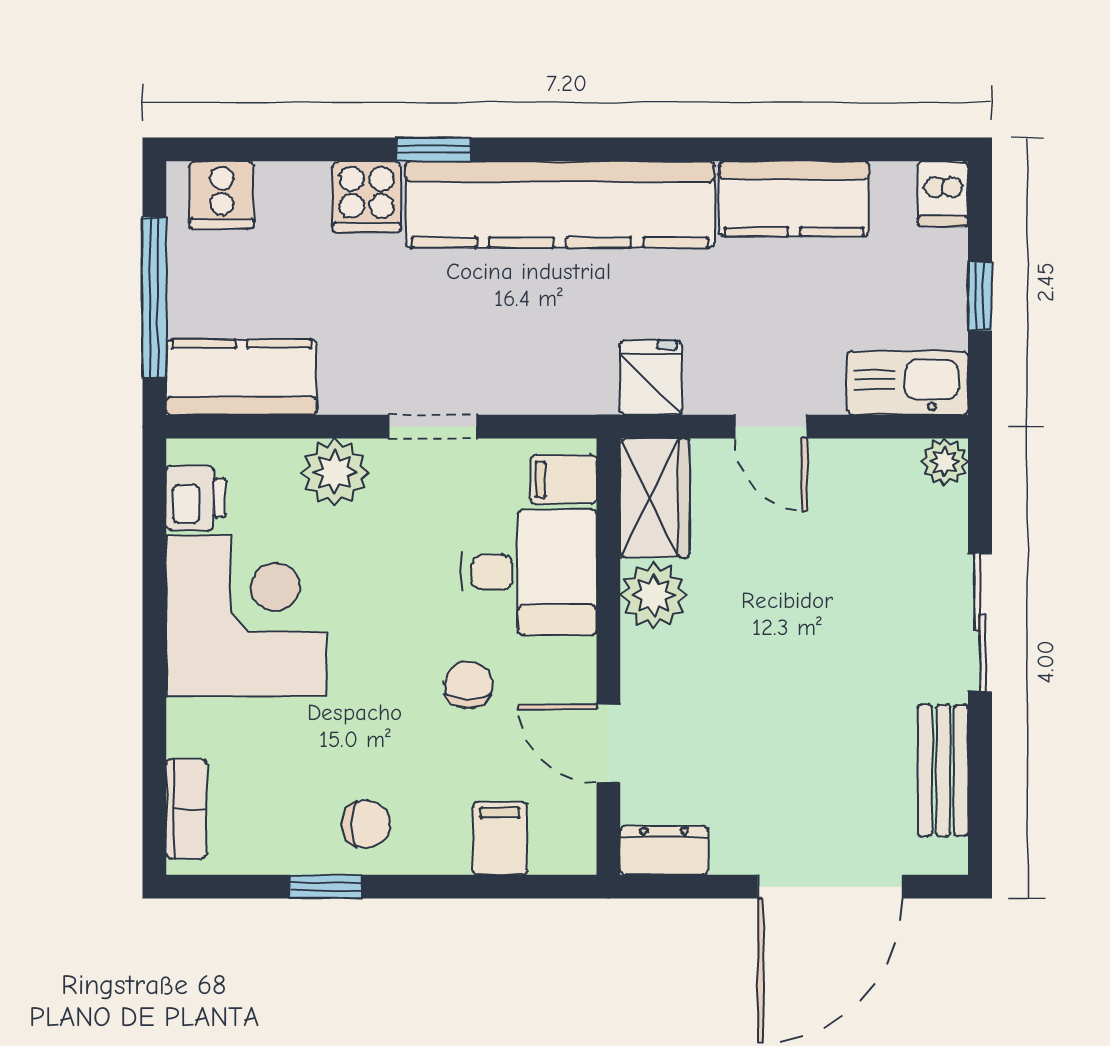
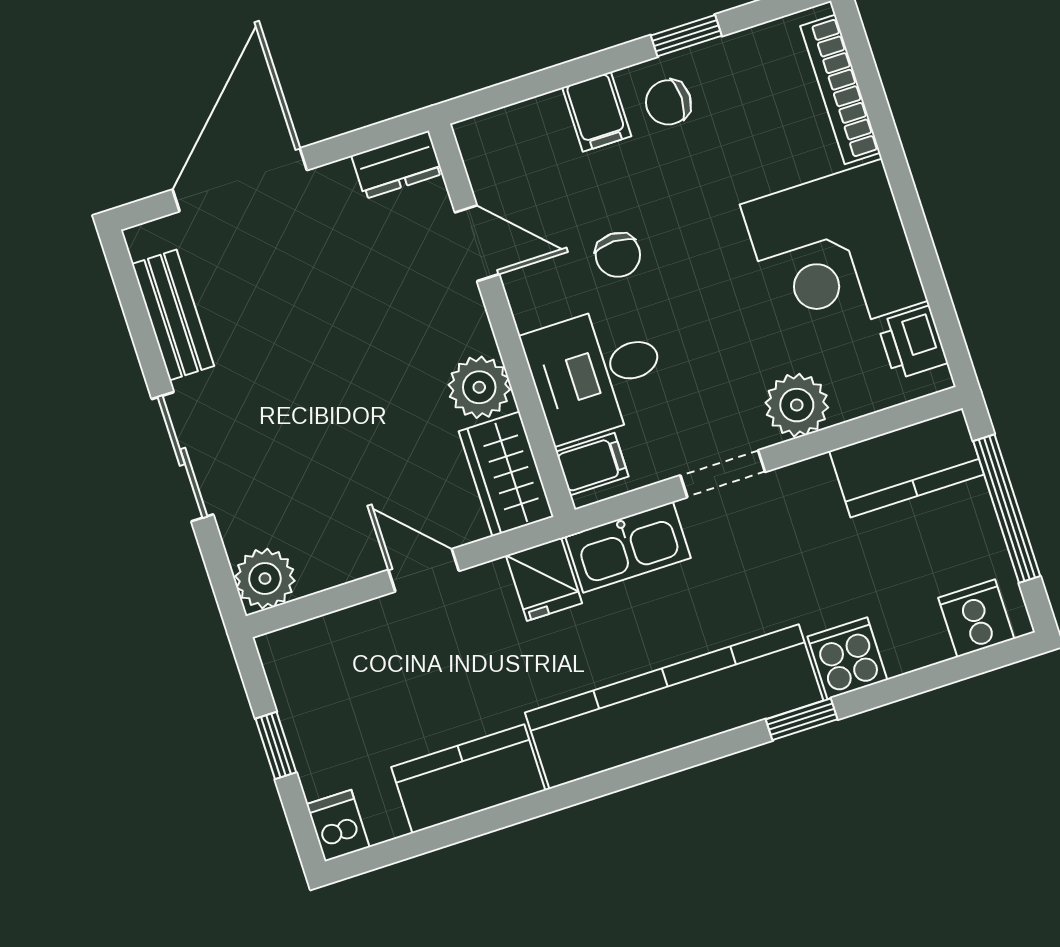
kitchen sink: (908, 383) -> (628, 547), moved
plant: (945, 462) -> (265, 579), width x1.38, depth x1.38
bookcase: (186, 809) -> (840, 89), width x1.56
filing cabinet: (500, 838) -> (597, 112), moved

